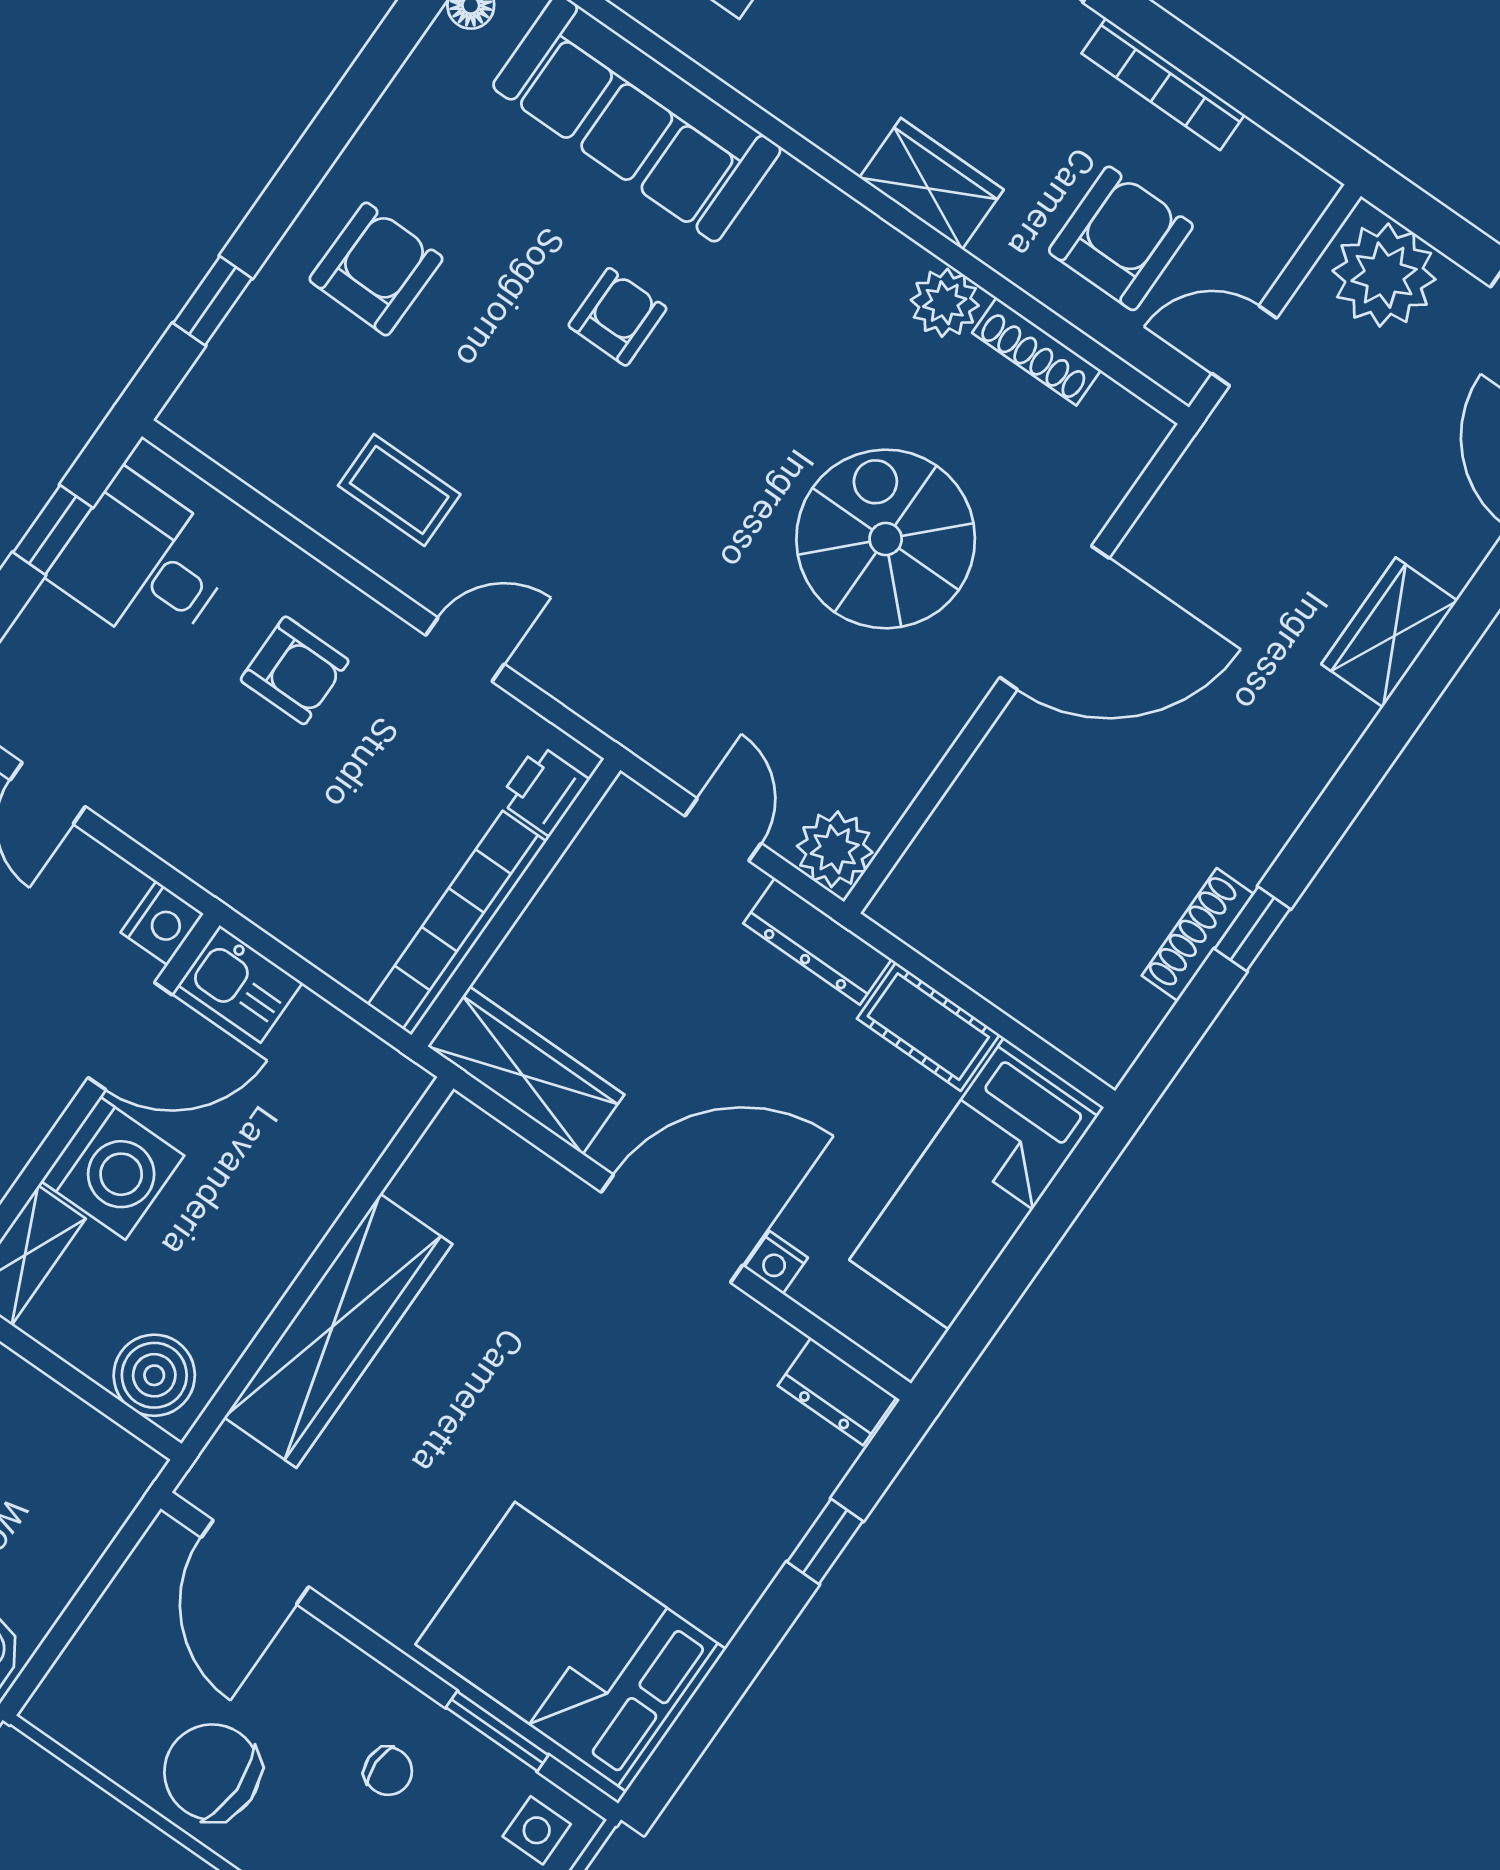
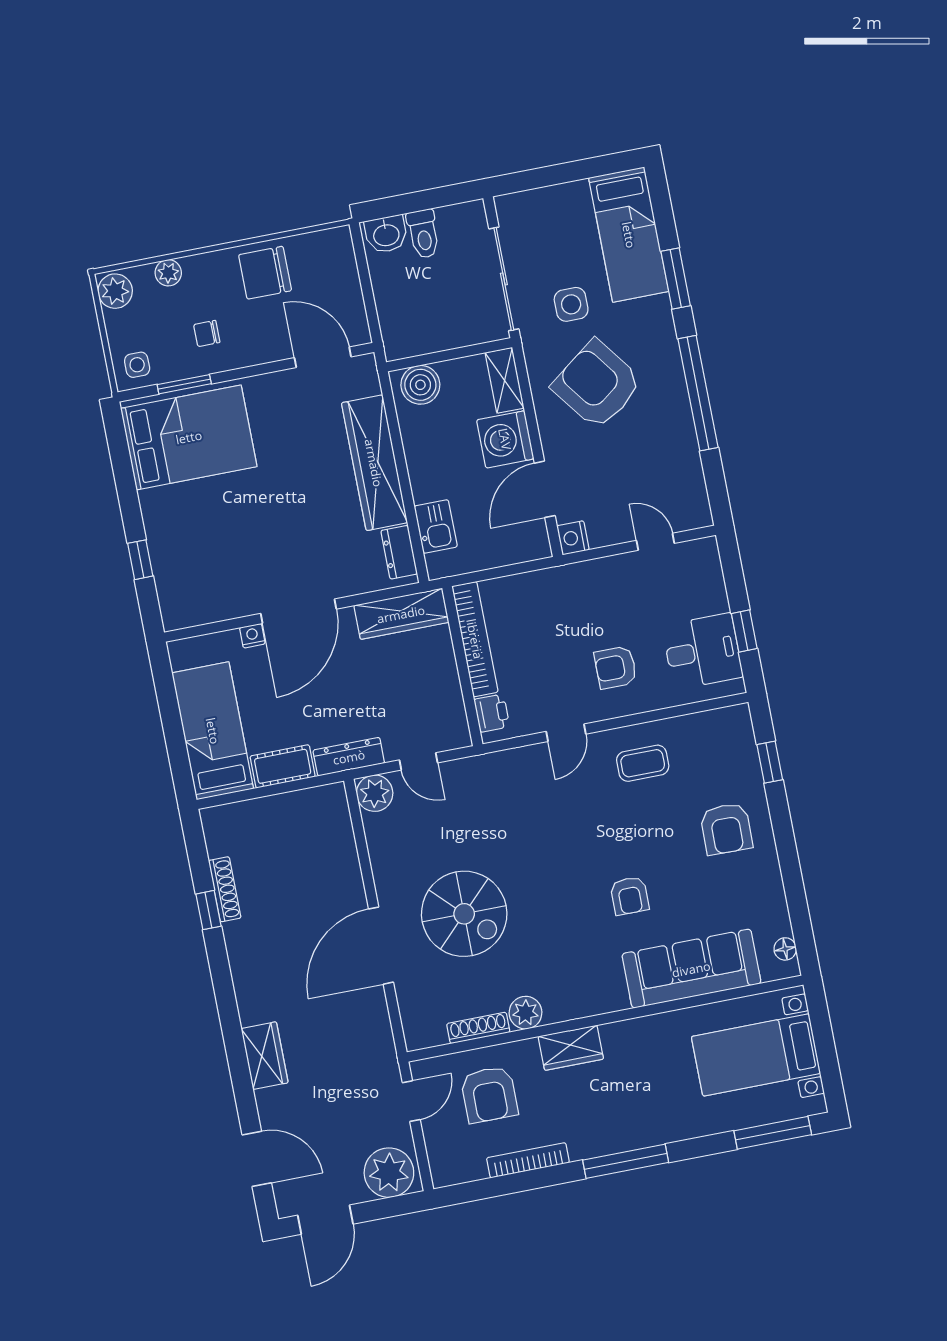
kitchen sink: (240, 984) -> (436, 526), moved, turned 90
dresser: (837, 1392) -> (399, 552), moved, turned -90
chair: (212, 1772) -> (265, 273), turned 180

